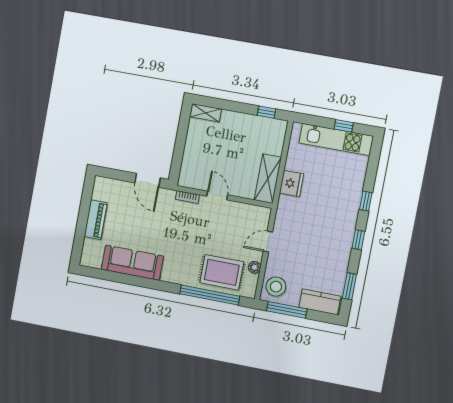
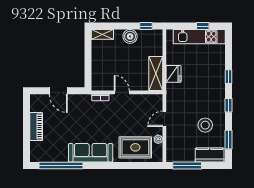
boiler: (242, 122) -> (130, 36), added
door: (148, 180) -> (58, 91), moved
sofa: (132, 263) -> (91, 153), moved
stool: (276, 287) -> (205, 125), moved
window: (210, 295) -> (61, 166), moved

